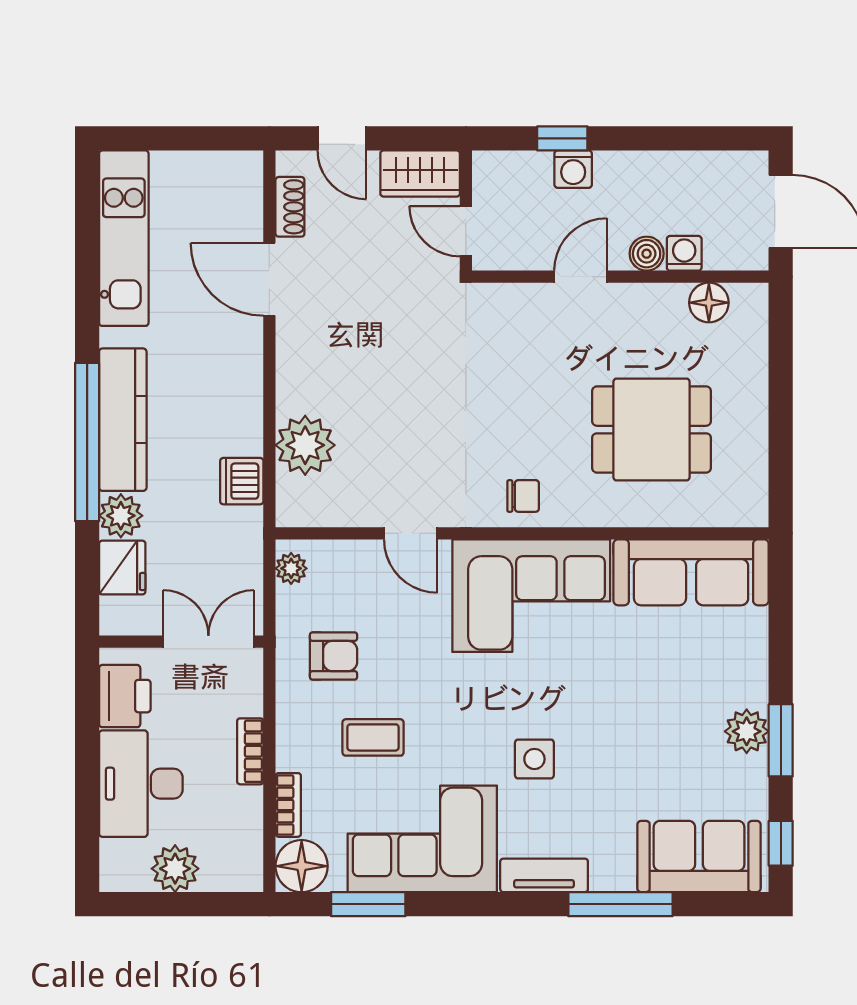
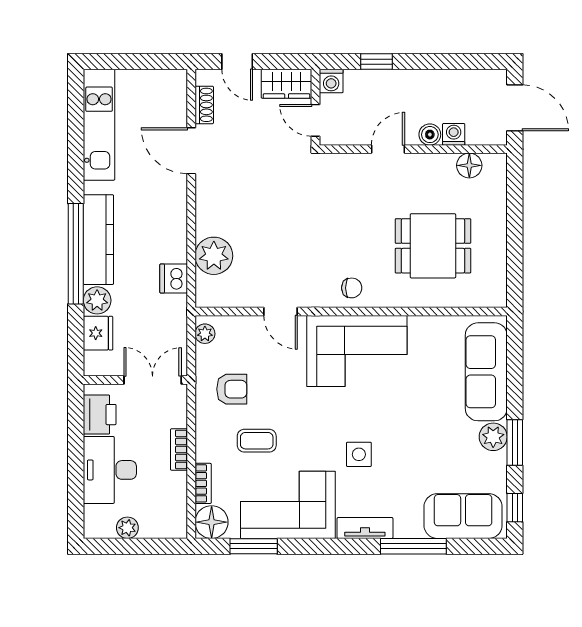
washing machine: (573, 169) -> (331, 81), moved
sofa: (691, 572) -> (486, 372), moved, turned 90
plant: (175, 869) -> (127, 528), width x0.73, depth x0.73

